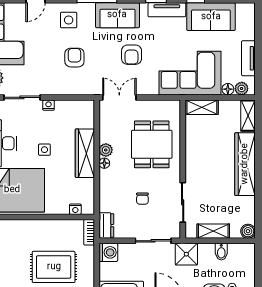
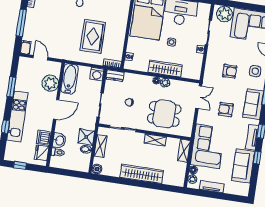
shelving: (248, 116) -> (155, 140), moved
shower: (186, 254) -> (86, 137), moved

